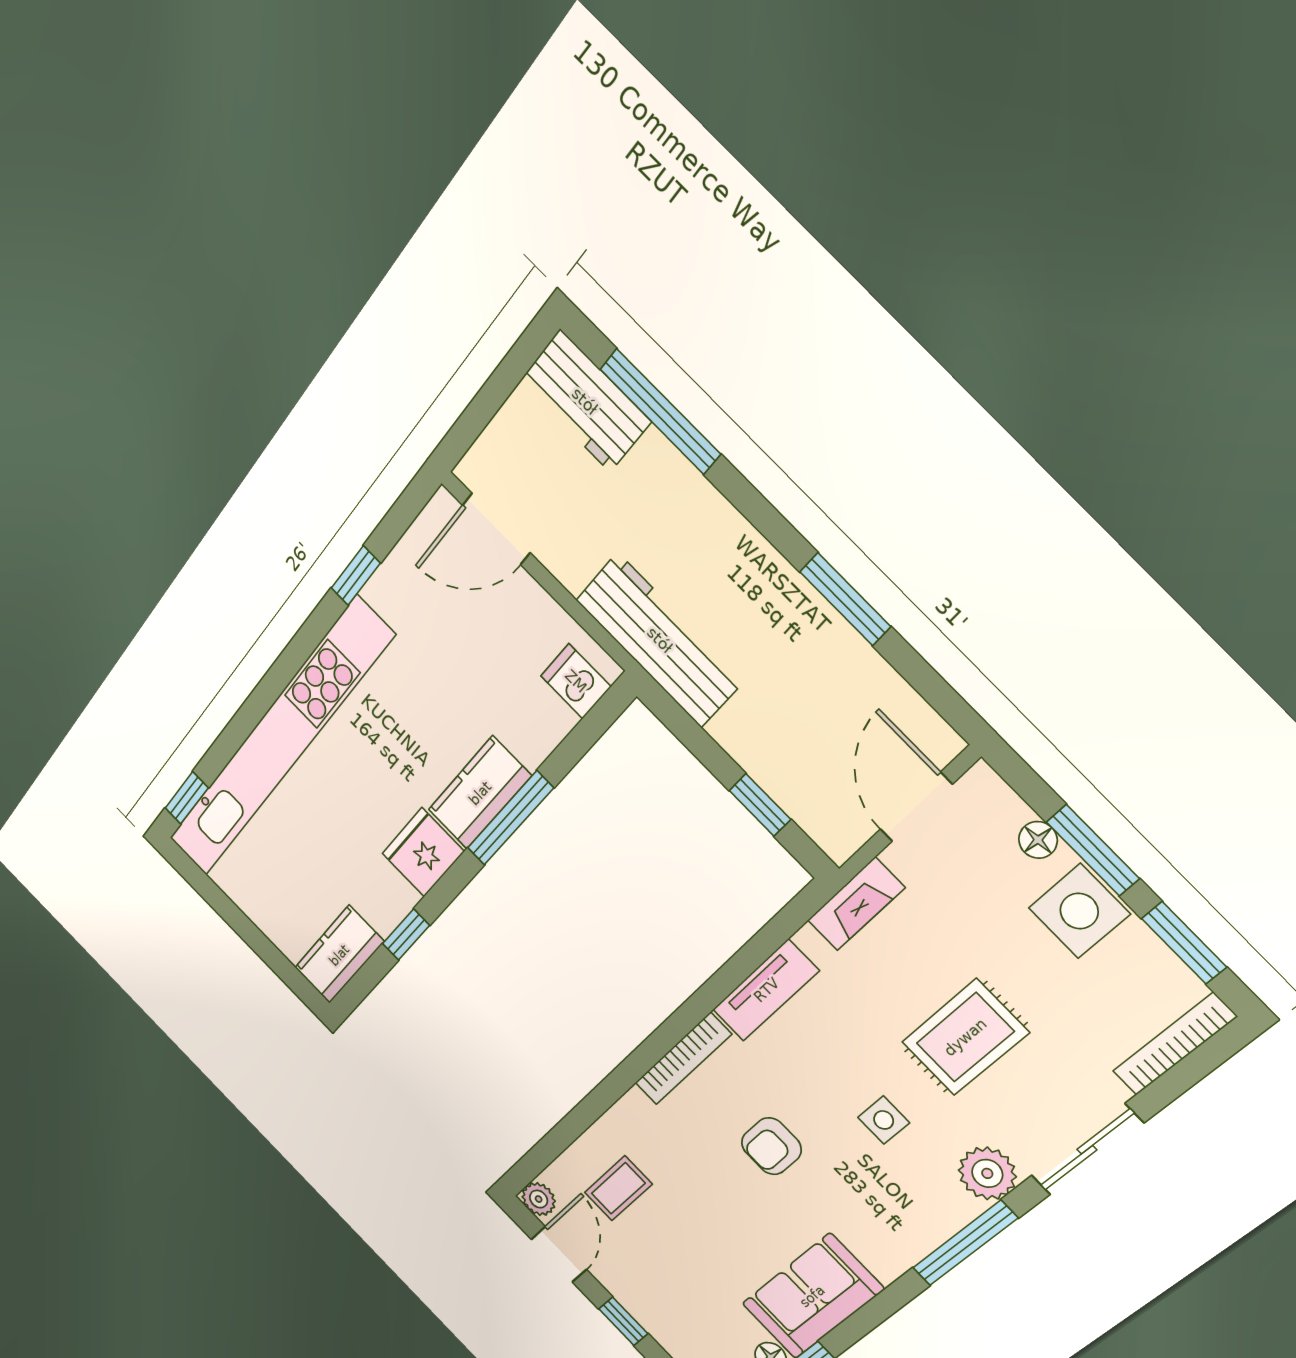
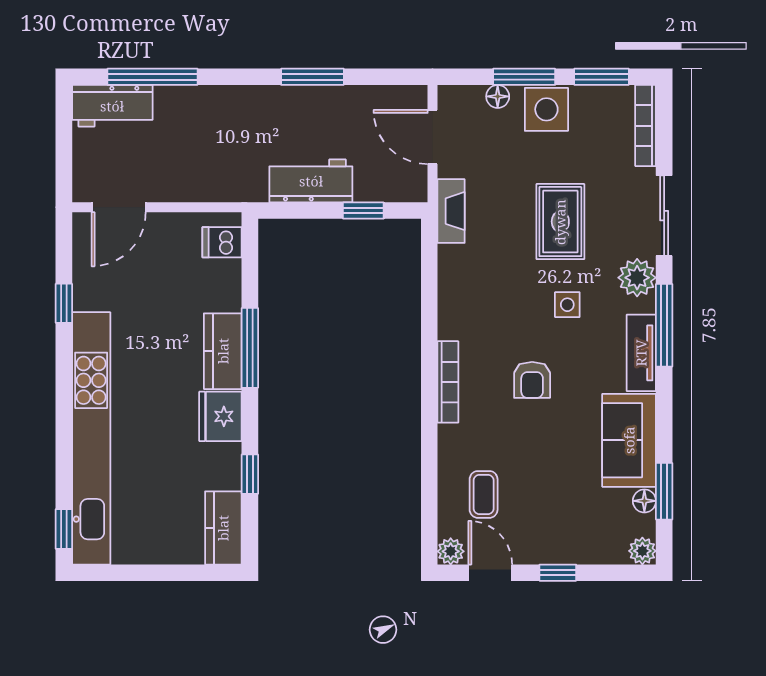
workbench: (660, 640) -> (311, 181), moved, width x0.73
tv unit: (766, 990) -> (641, 353), moved, turned 180

